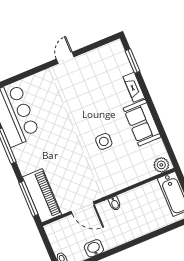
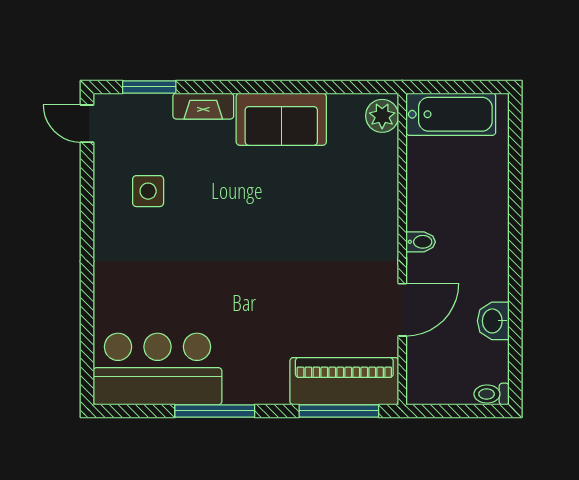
door: (65, 58) -> (87, 124), moved
side table: (104, 141) -> (148, 191), moved

